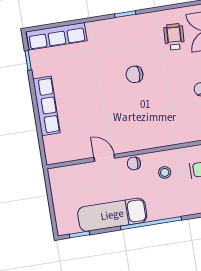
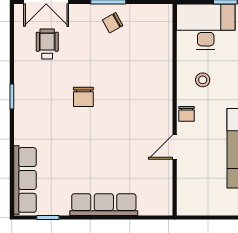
wheelchair: (174, 37) -> (47, 44), turned 87

